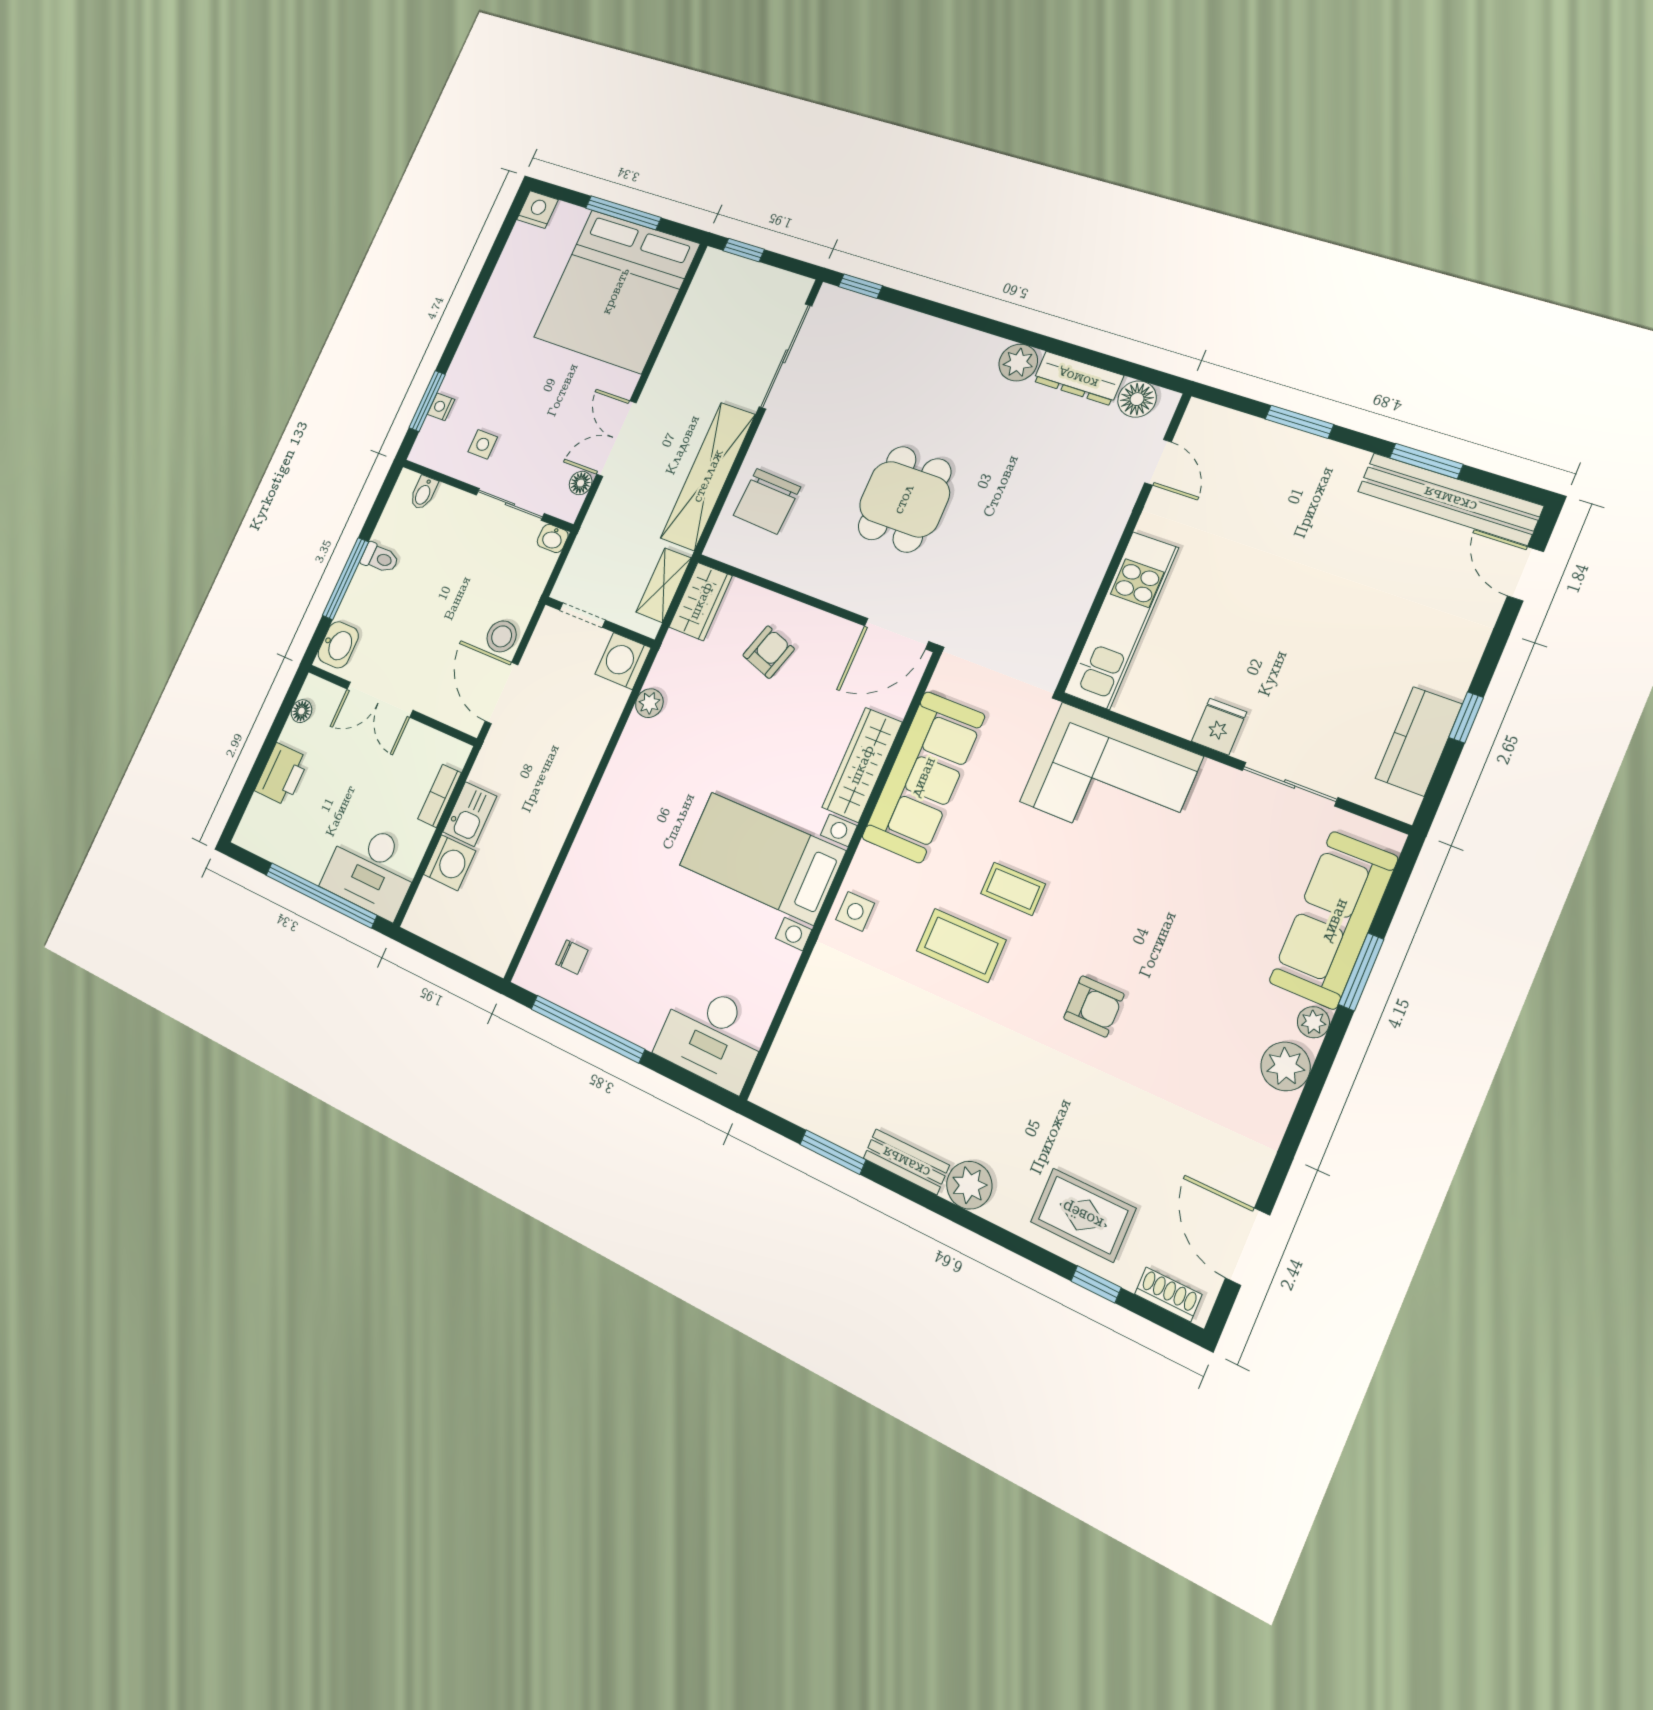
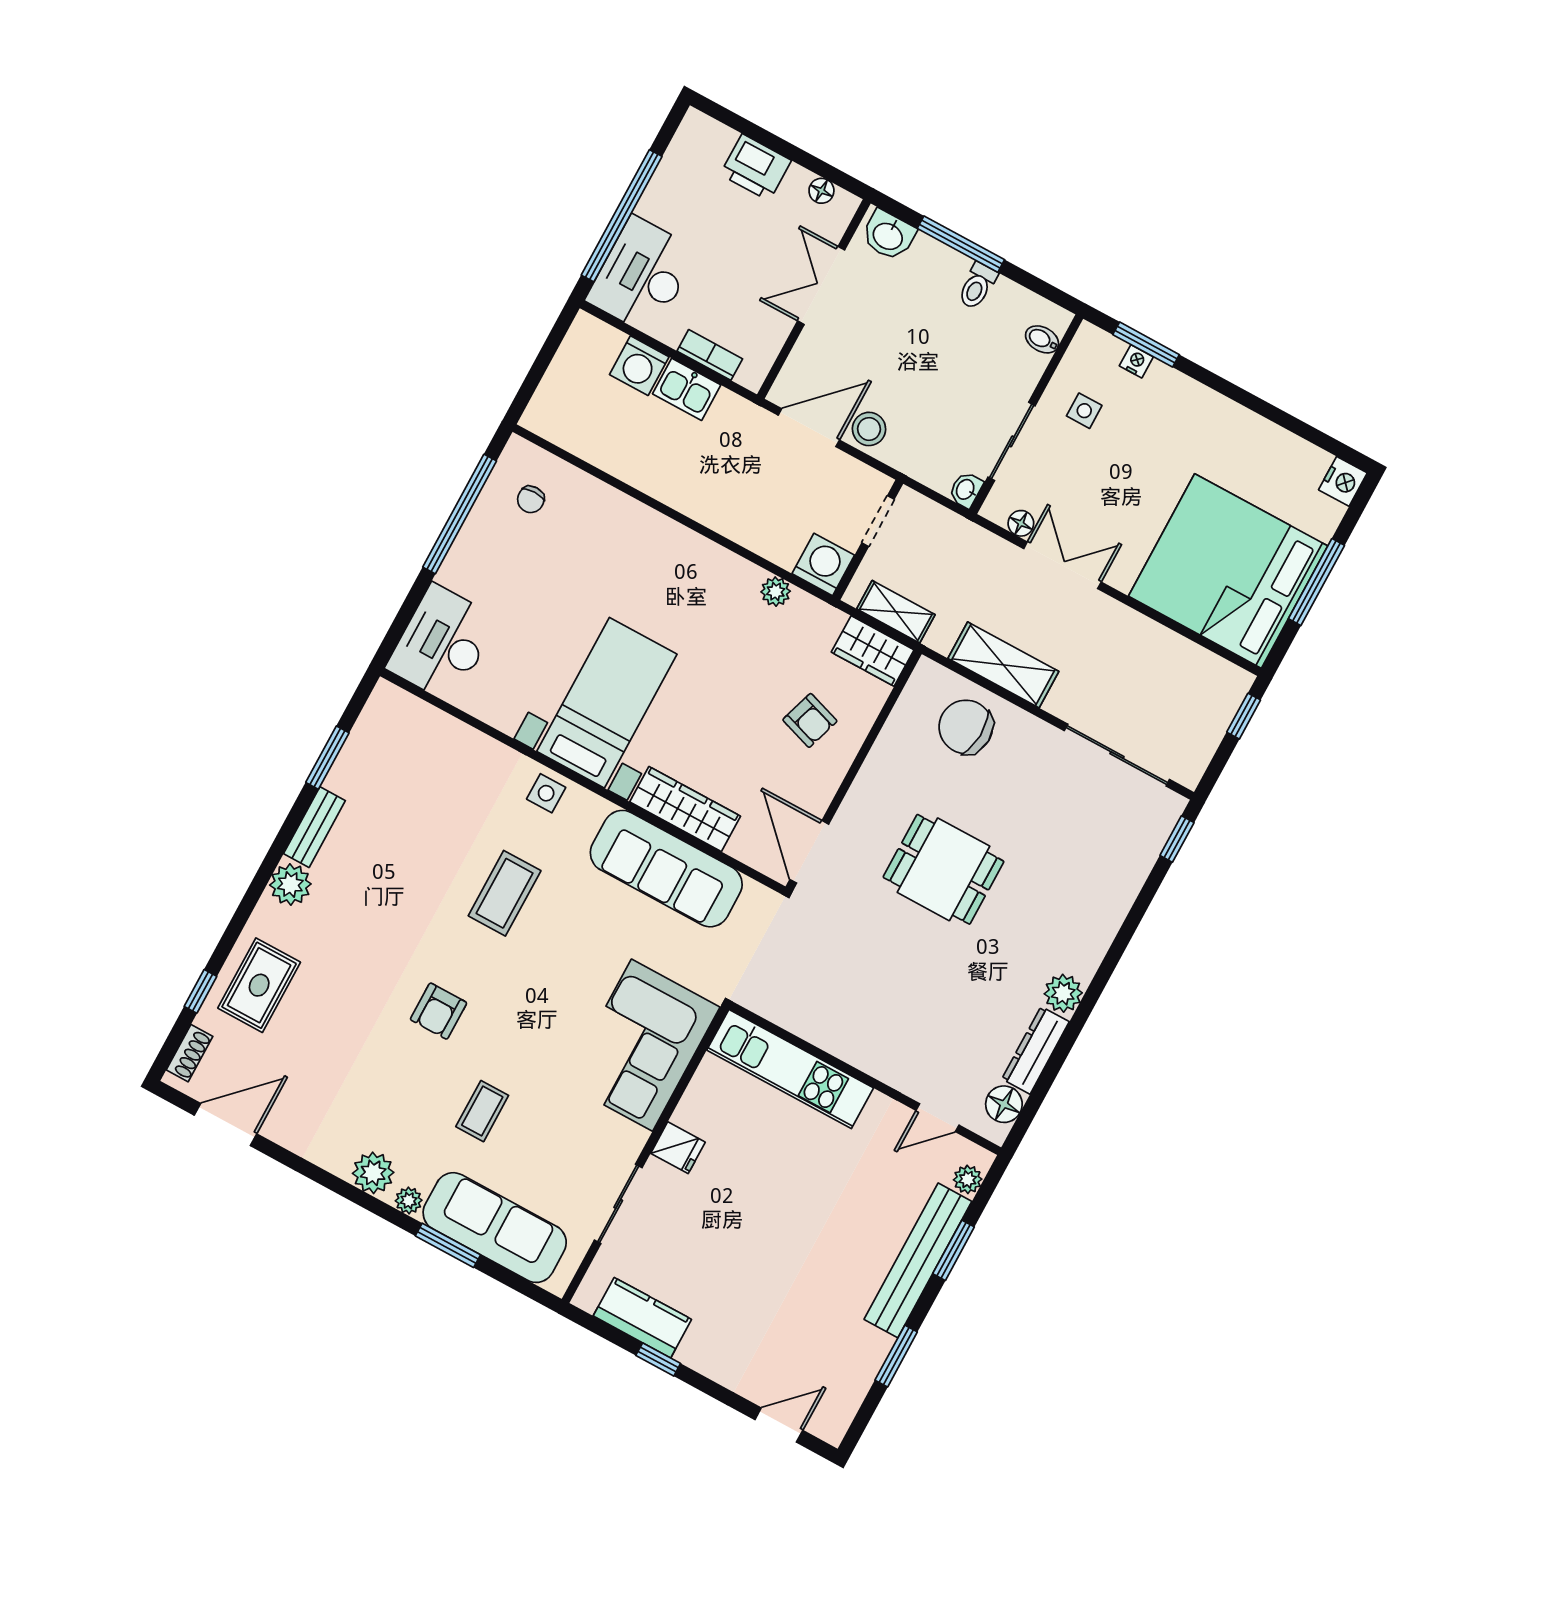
plant: (1221, 421) -> (968, 1179), added
shelving: (708, 476) -> (1003, 665), width x0.68
bench: (1450, 499) -> (918, 1260), moved
coffee table: (1013, 889) -> (482, 1111), moved

